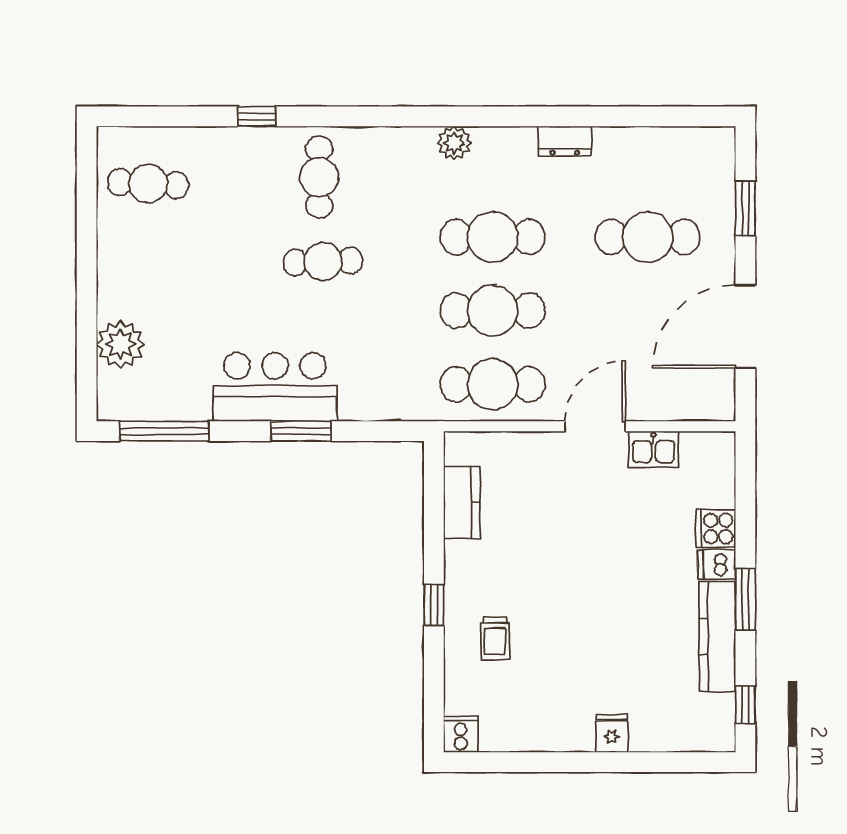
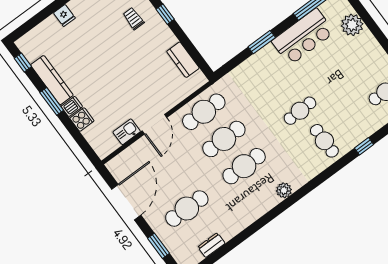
dresser: (565, 141) -> (211, 245), moved
bar counter: (275, 387) -> (303, 37), moved

